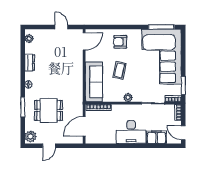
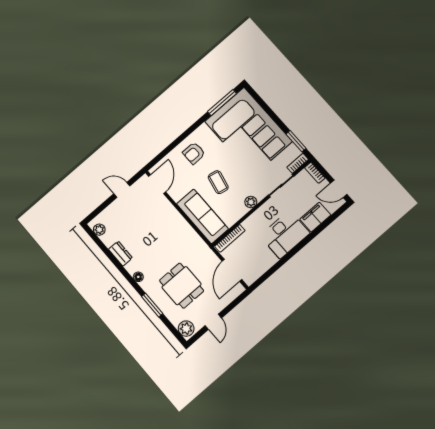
dining table: (49, 110) -> (182, 286), turned 90

